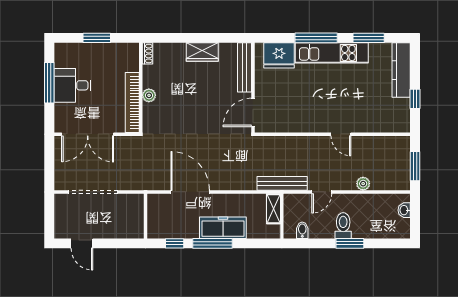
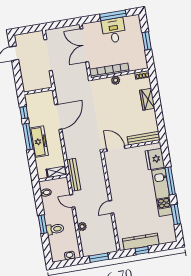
wardrobe: (202, 52) -> (147, 99), moved
kitchen counter: (401, 70) -> (141, 242), moved
toilet: (343, 226) -> (55, 229), moved

